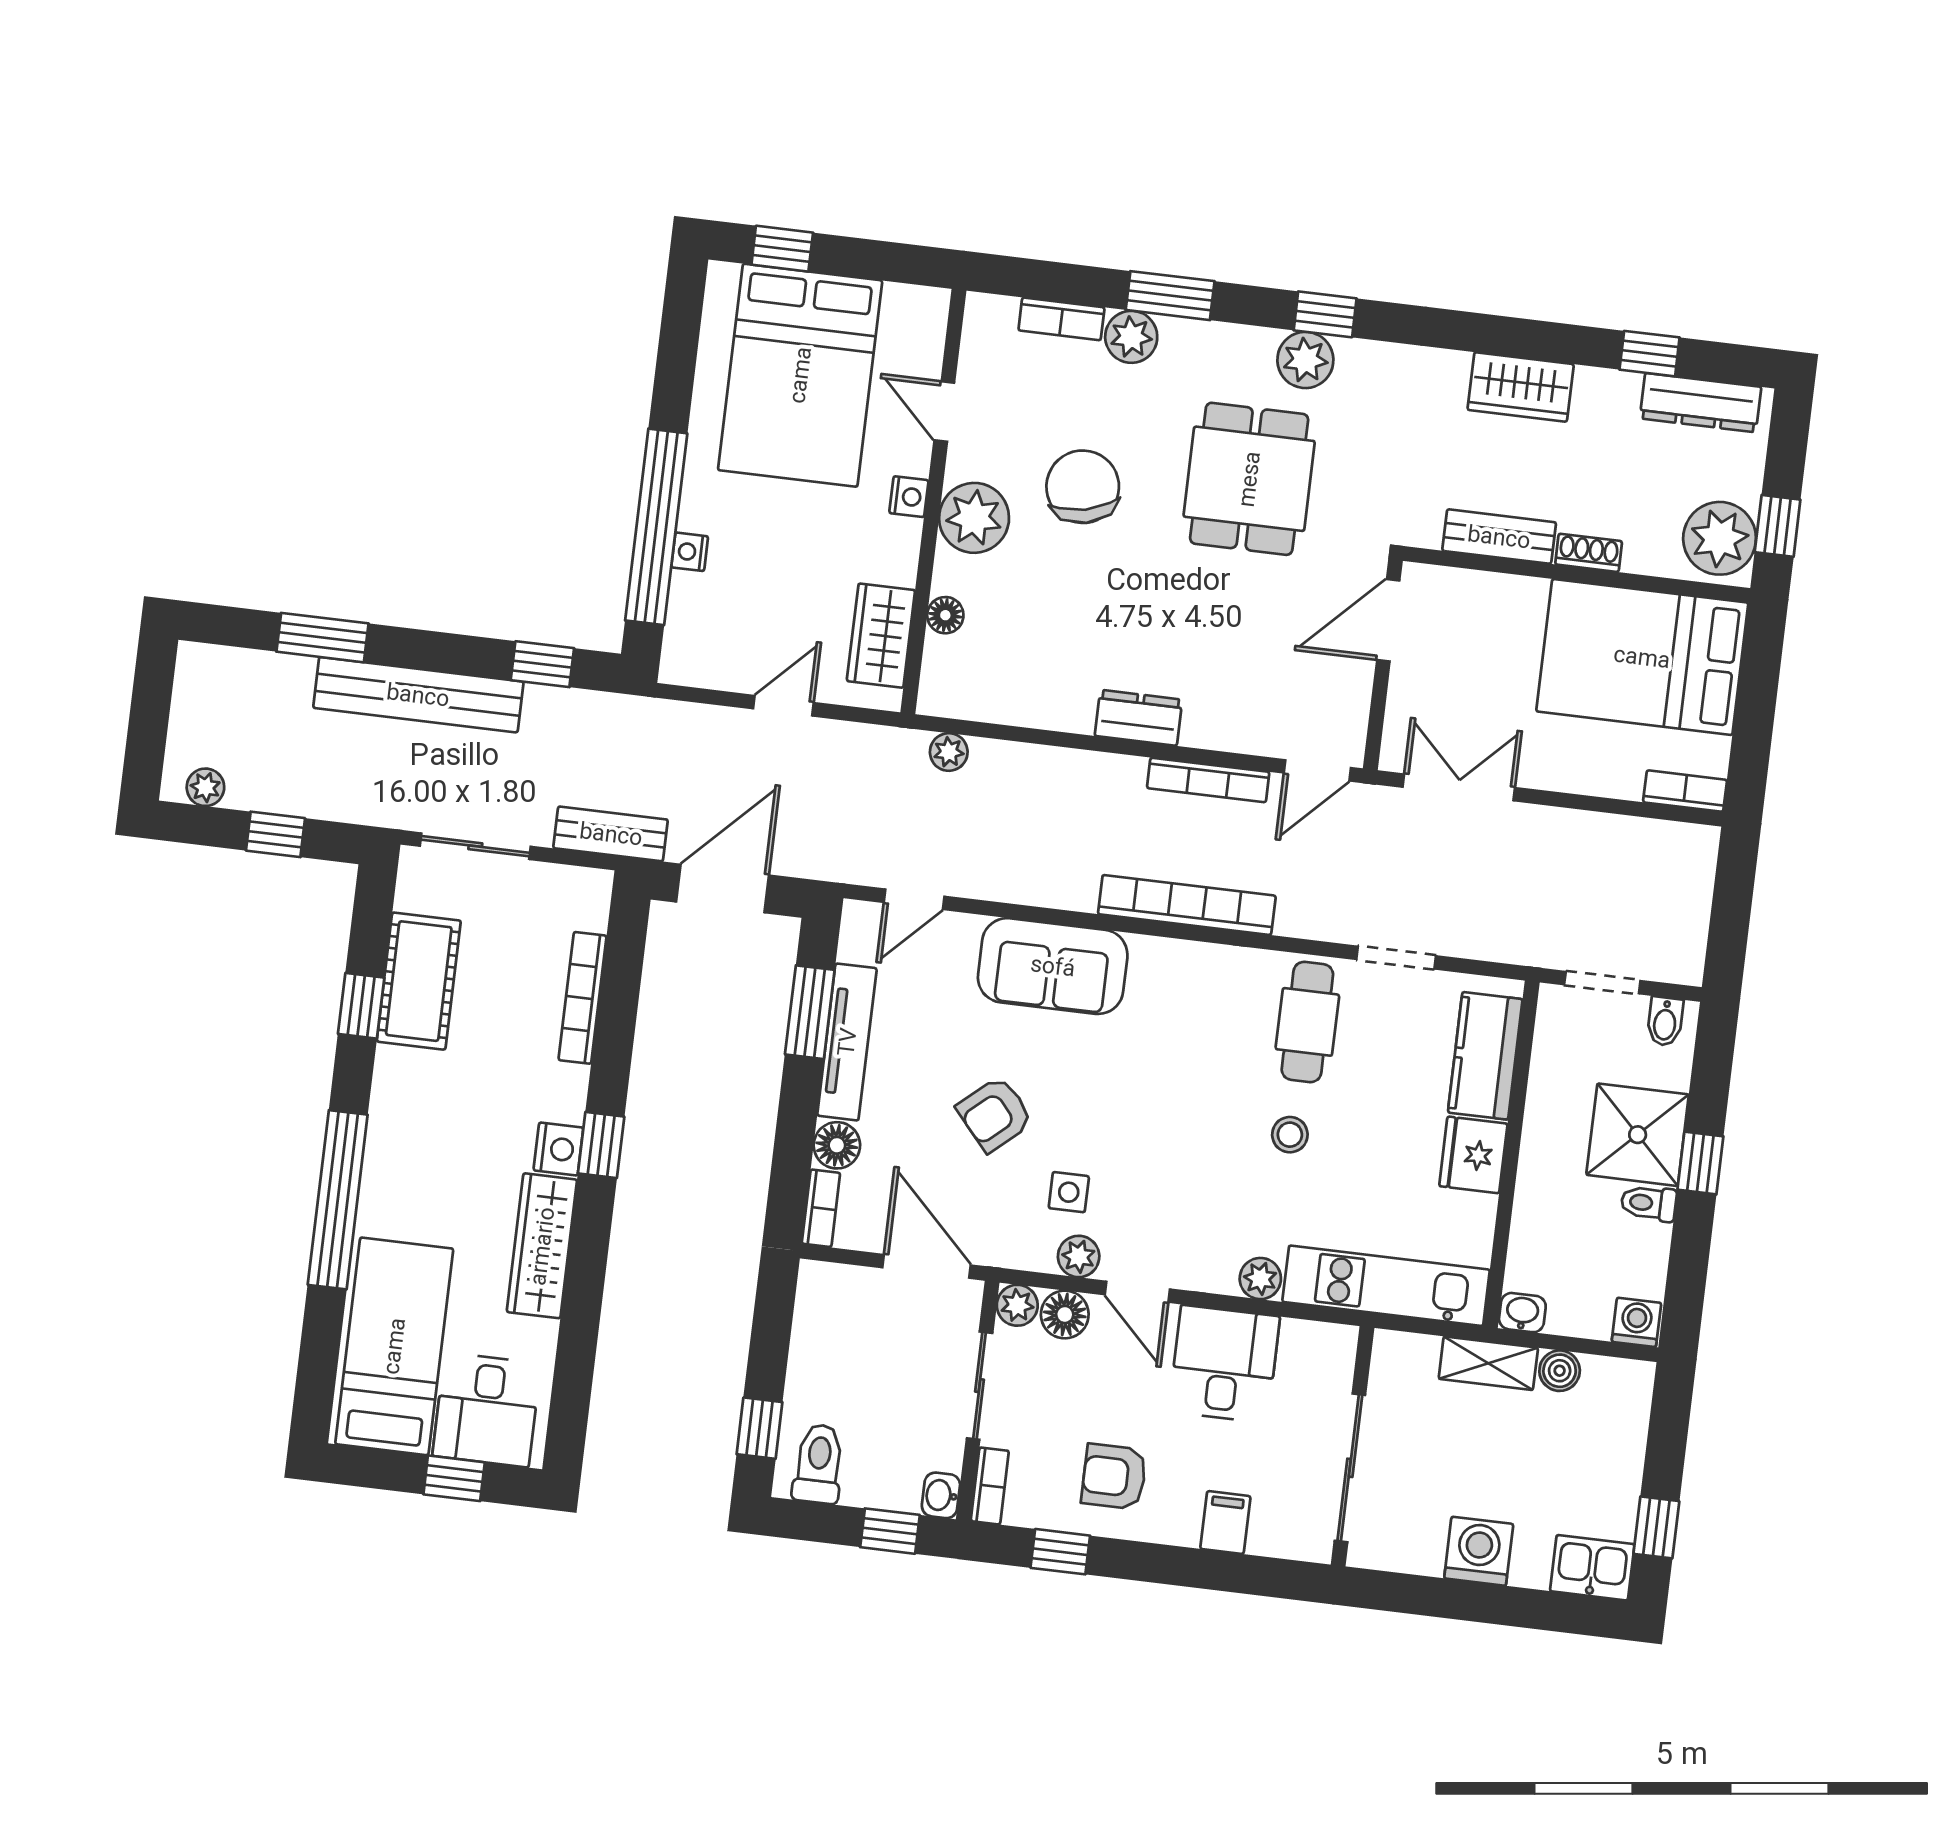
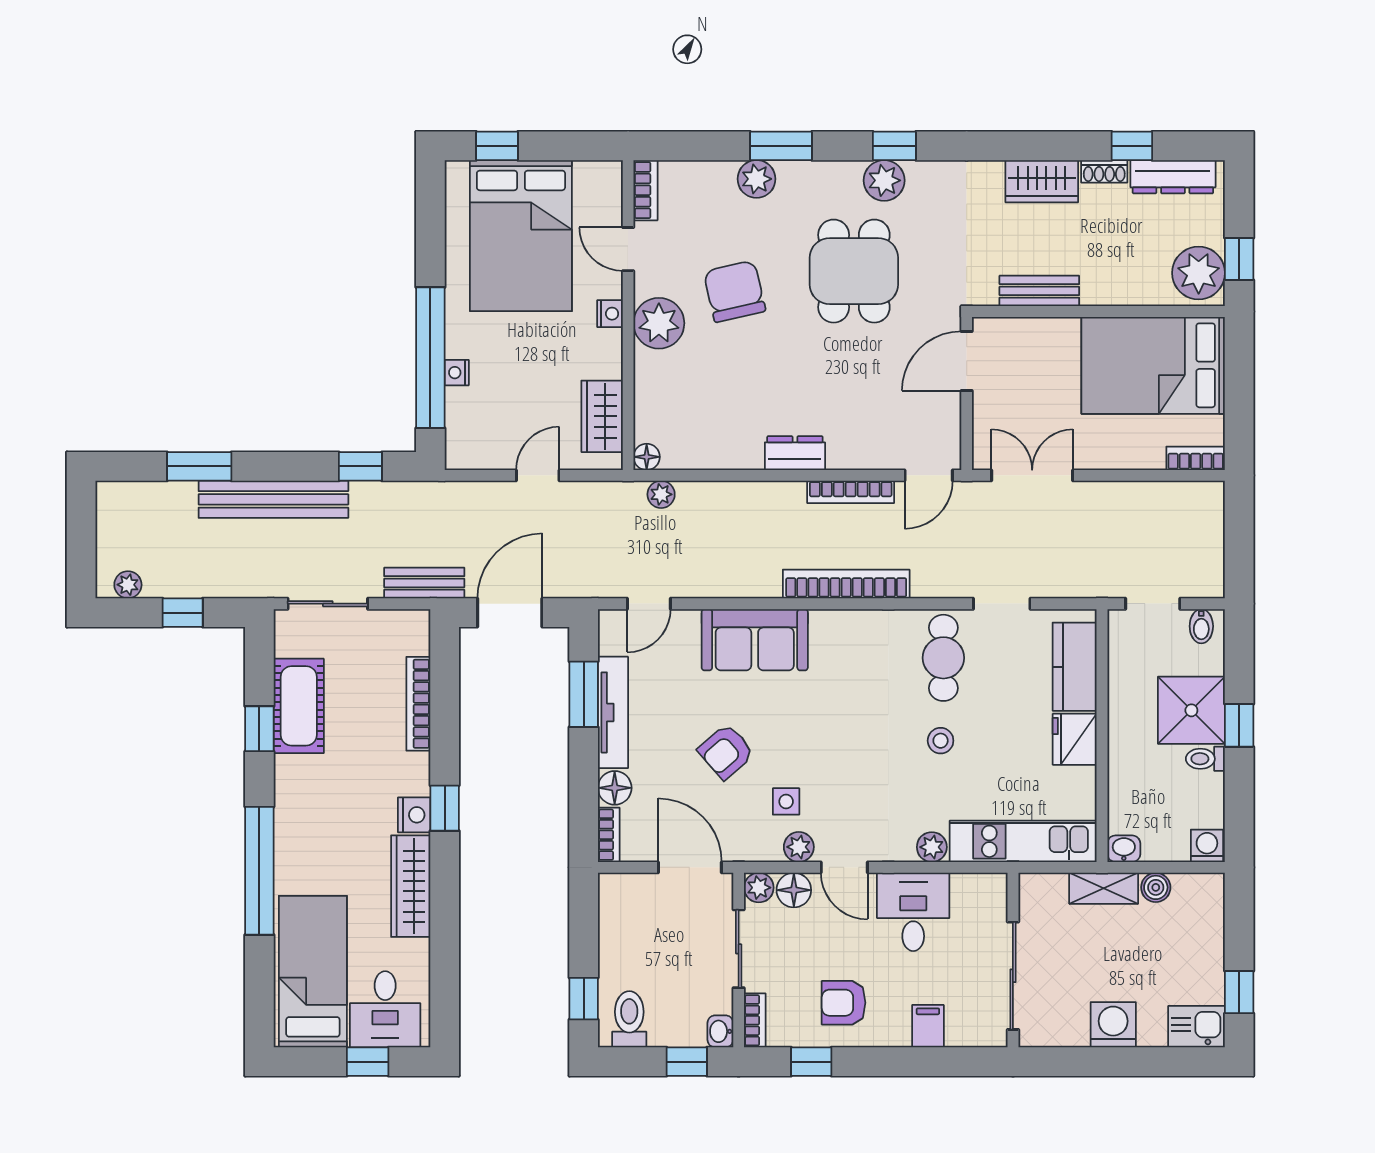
bookcase: (1061, 319) -> (646, 190), moved, turned -90
shoe rack: (1589, 553) -> (1104, 171), moved, turned 180
floor lamp: (945, 615) -> (647, 457), moved

